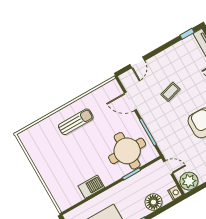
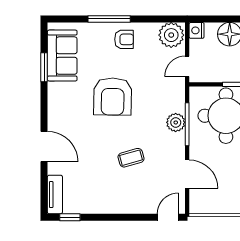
door: (137, 62) -> (168, 217), moved
plant: (155, 129) -> (176, 122), added
door: (168, 168) -> (187, 66), hinge flipped

